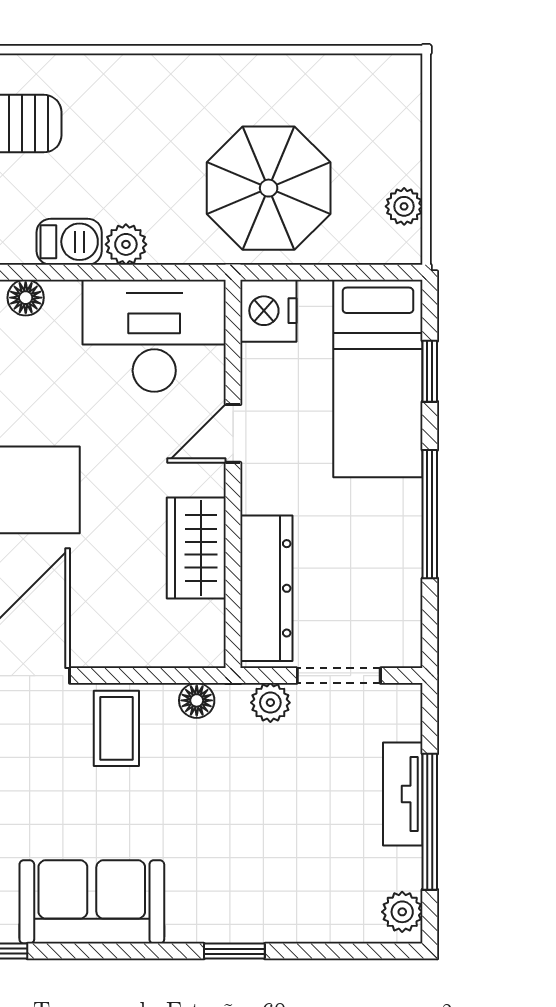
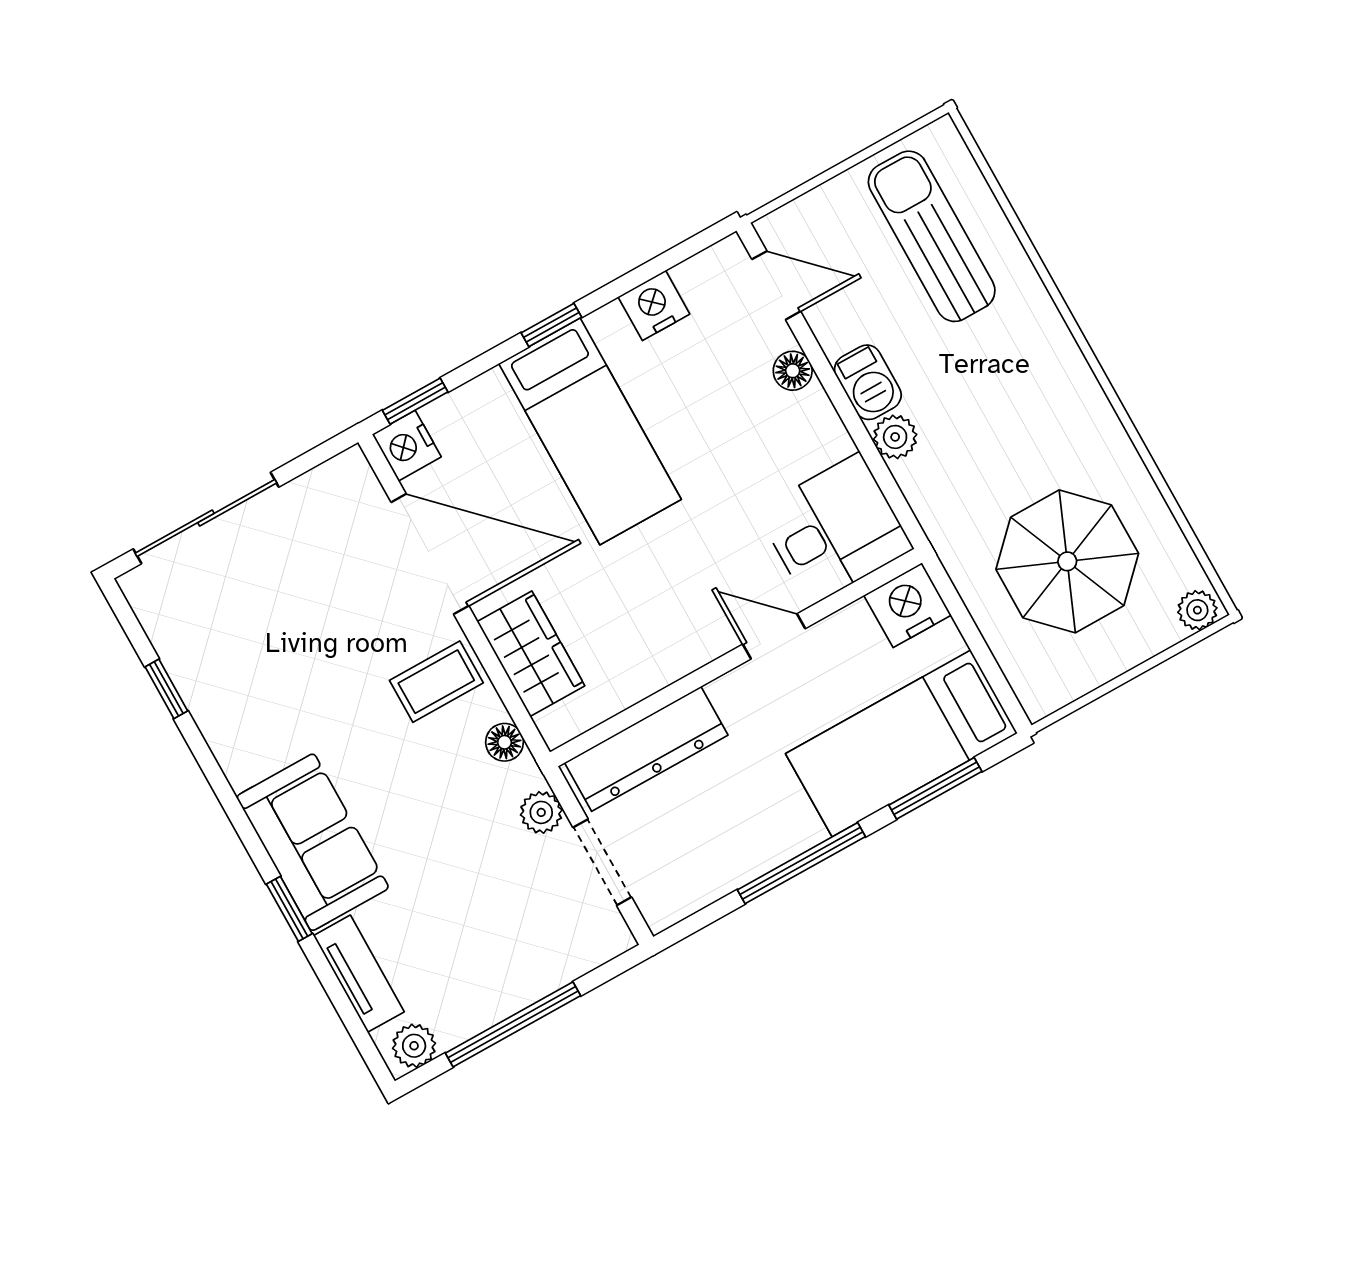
parasol: (269, 188) -> (1067, 561), moved
plant: (404, 206) -> (1197, 610), moved
desk: (154, 336) -> (834, 529), width x0.73
window: (430, 371) -> (935, 788), width x1.50
wardrobe: (196, 548) -> (531, 654), moved, turned 90
tv unit: (403, 794) -> (359, 974), moved, turned 90
sofa: (92, 902) -> (313, 842), moved

